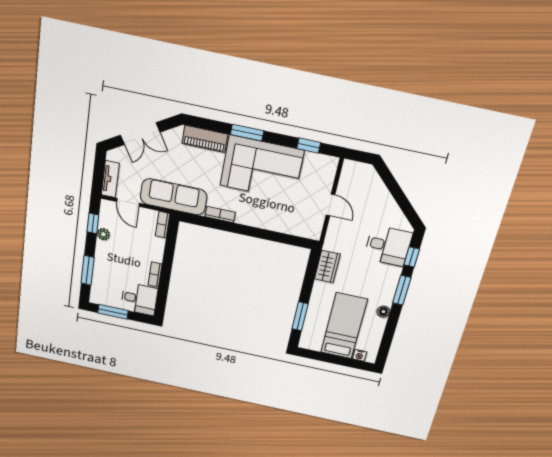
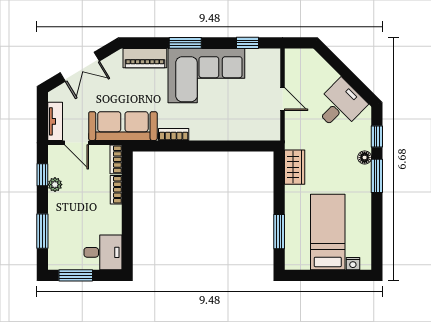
desk: (388, 246) -> (340, 105), moved, turned -45
bookcase: (155, 275) -> (116, 190), moved
floor lamp: (383, 312) -> (365, 157), moved

